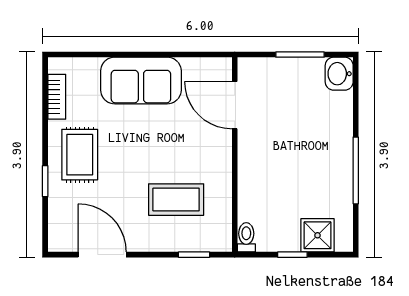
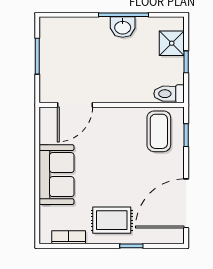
washbasin: (339, 74) -> (123, 27), moved
coffee table: (176, 200) -> (159, 131), moved
toilet: (246, 237) -> (169, 94), width x1.37, depth x1.39
door: (102, 255) -> (186, 203), width x1.36

